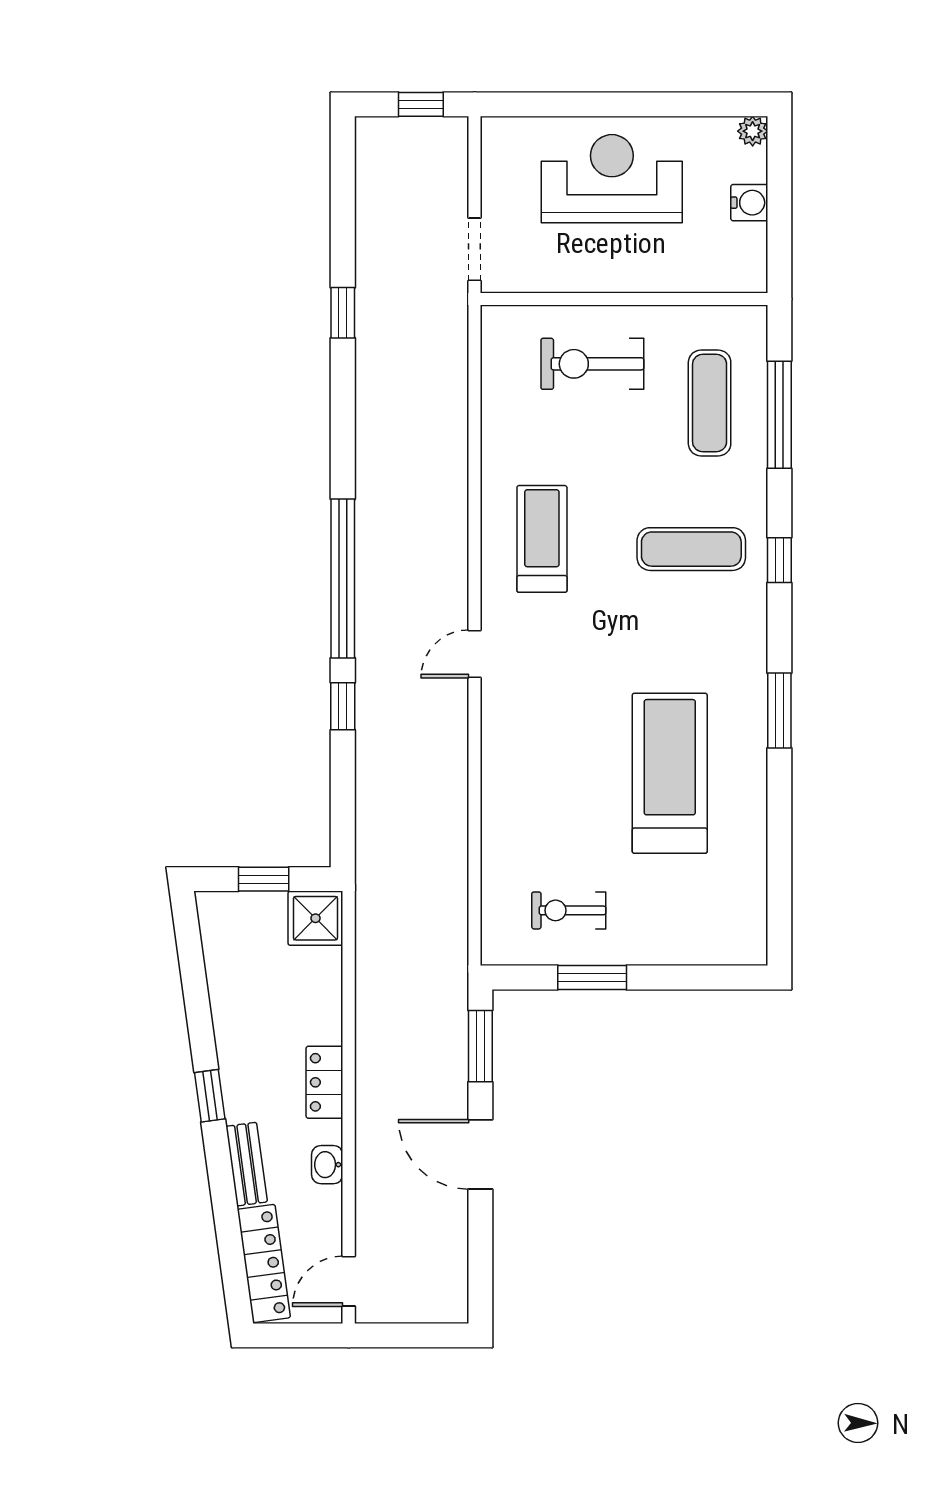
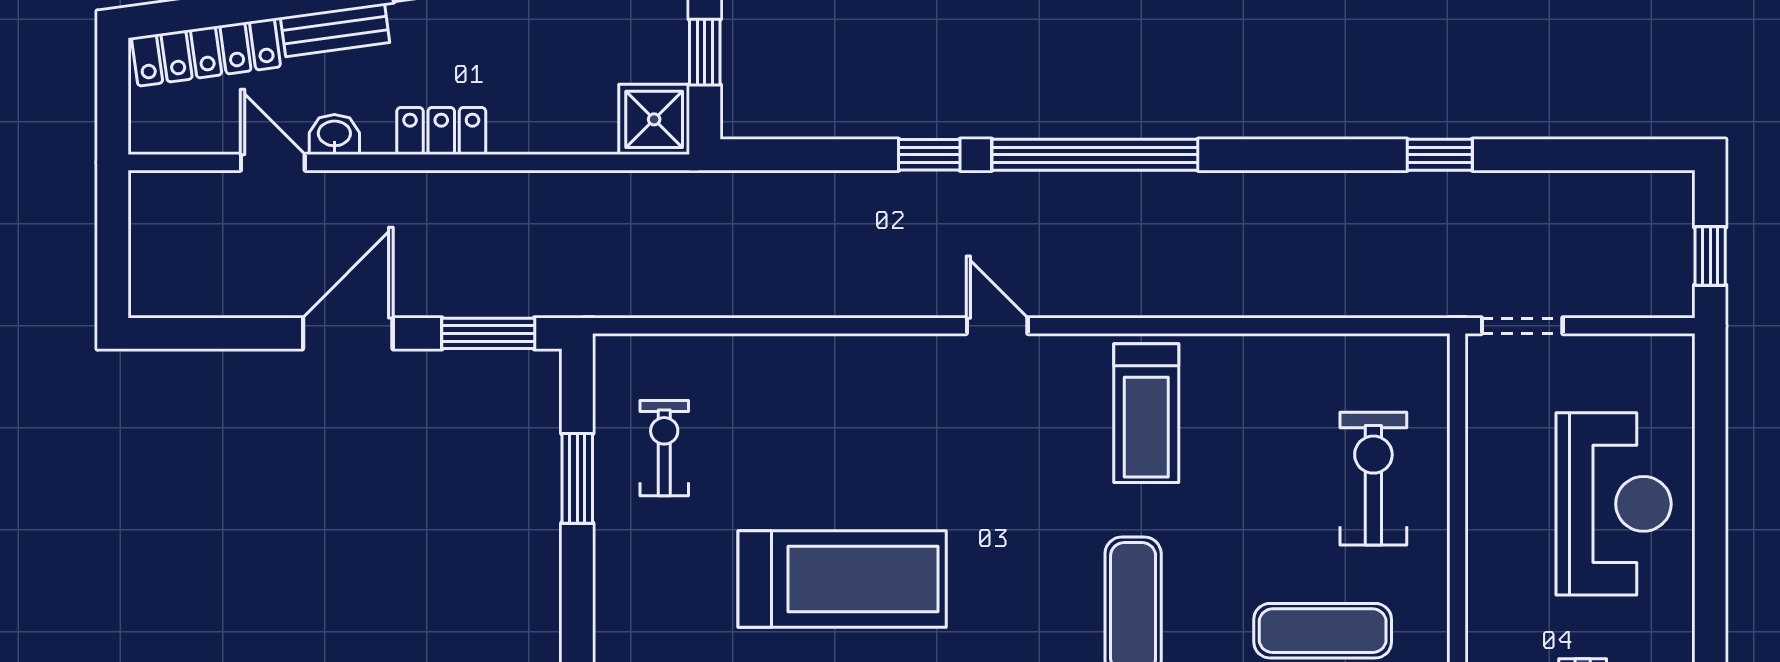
treadmill: (542, 539) -> (1146, 413), turned 90
door: (349, 1281) -> (273, 162), moved

